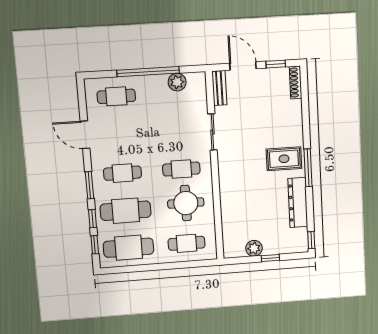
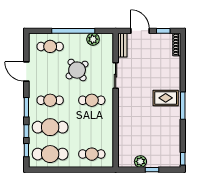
round table: (186, 203) -> (77, 70), moved, turned -37
dresser: (298, 203) -> (174, 130), removed

